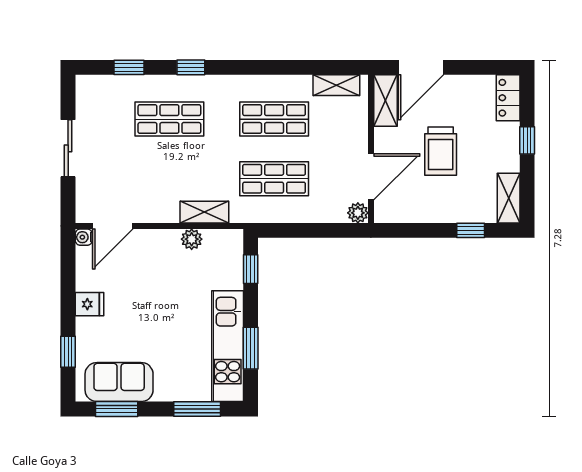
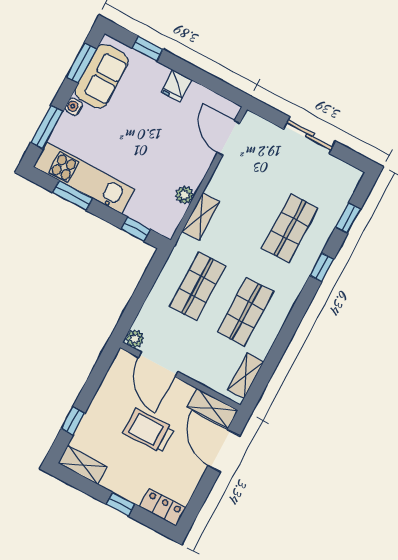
water cooler: (84, 237) -> (74, 107), moved, turned -90

